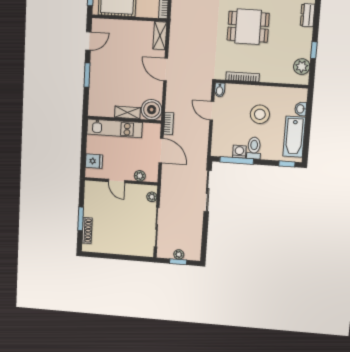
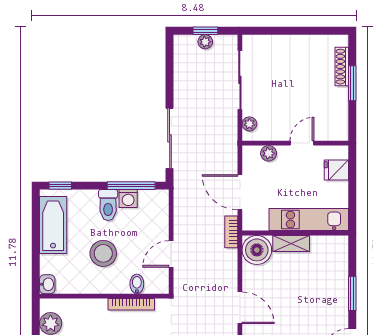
bidet: (220, 90) -> (137, 284), moved
washbasin: (301, 109) -> (47, 284), moved
door: (212, 111) -> (171, 254), swing flipped
door: (117, 181) -> (302, 143), hinge flipped

